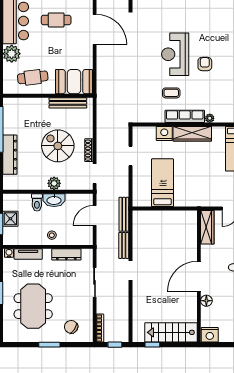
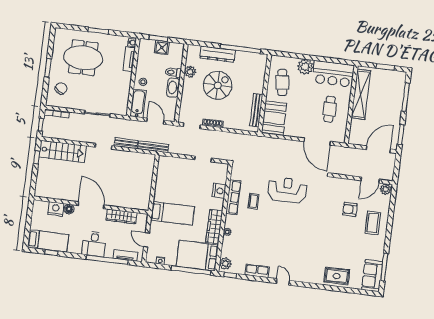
door: (95, 29) -> (317, 142), hinge flipped
reception desk: (175, 54) -> (287, 190), moved
armchair: (205, 64) -> (275, 234), removed
row of seats: (185, 116) -> (233, 197), moved
wardrobe: (192, 134) -> (214, 227), moved
spiral stairs: (58, 146) -> (218, 85), moved
plant: (54, 183) -> (190, 72), moved
bed: (163, 183) -> (173, 213), moved
wardrobe: (207, 227) -> (121, 216), moved
bathtub: (77, 238) -> (138, 103), added
dresser: (66, 254) -> (125, 92), removed
stairs: (171, 332) -> (63, 151), moved, turned 90
nightstand: (210, 335) -> (56, 209), moved, turned 90

